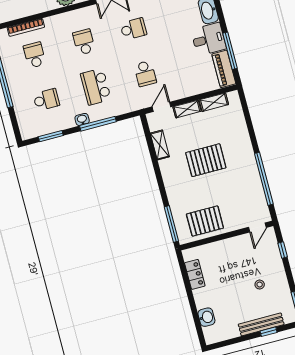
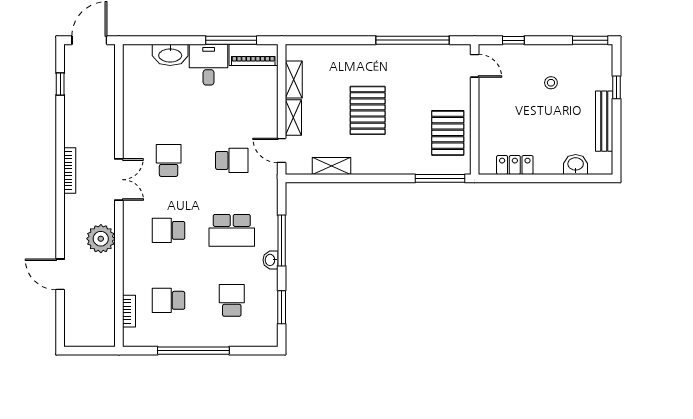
bookcase: (26, 27) -> (129, 311), width x0.64
bench: (261, 324) -> (604, 121), moved

